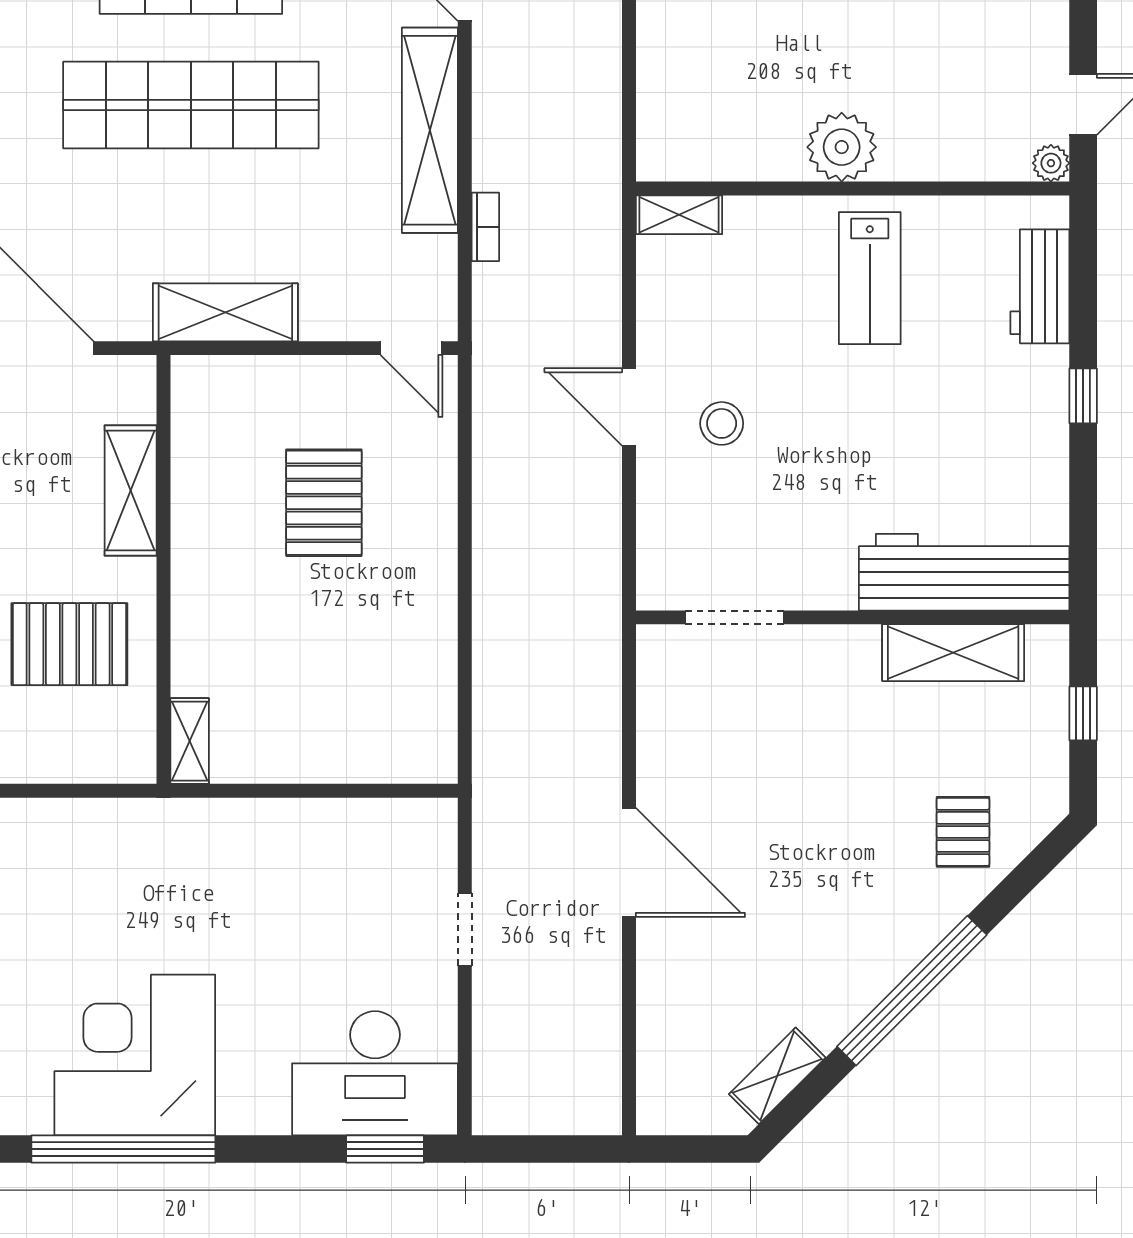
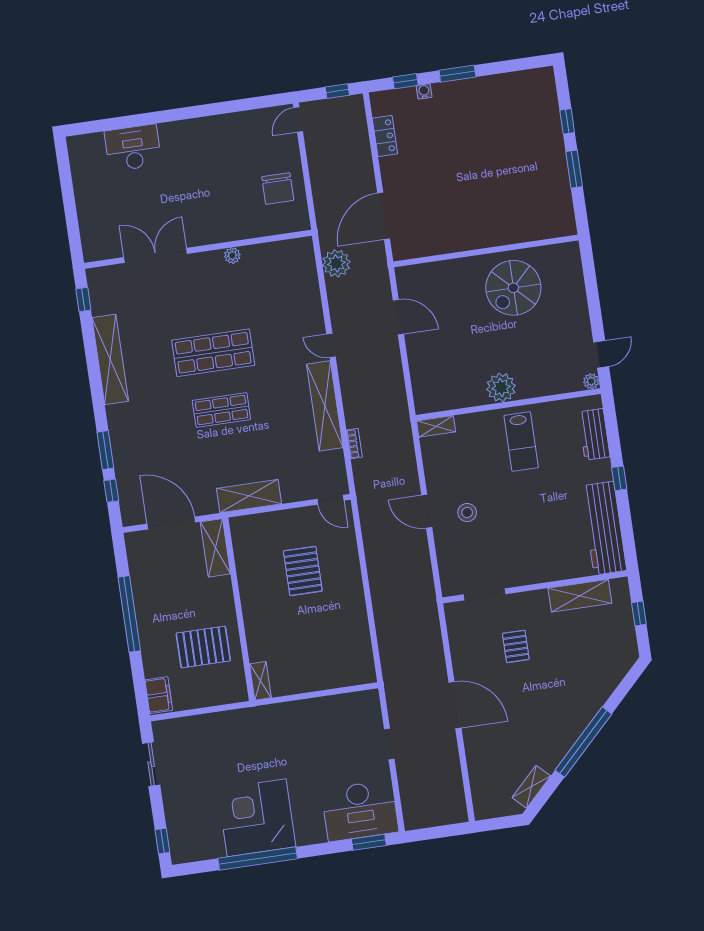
shop shelf: (191, 105) -> (221, 410), width x0.50, depth x0.74
shelving: (131, 490) -> (215, 548), moved
workbench: (964, 572) -> (604, 528), moved, turned -90
pallet: (963, 832) -> (516, 646), moved

